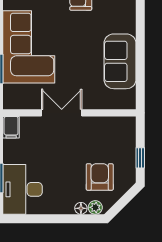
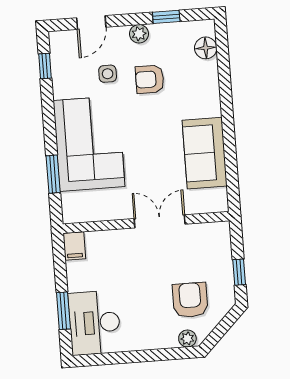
double door: (62, 113) -> (160, 221), moved
floor lamp: (81, 208) -> (170, 341), removed

